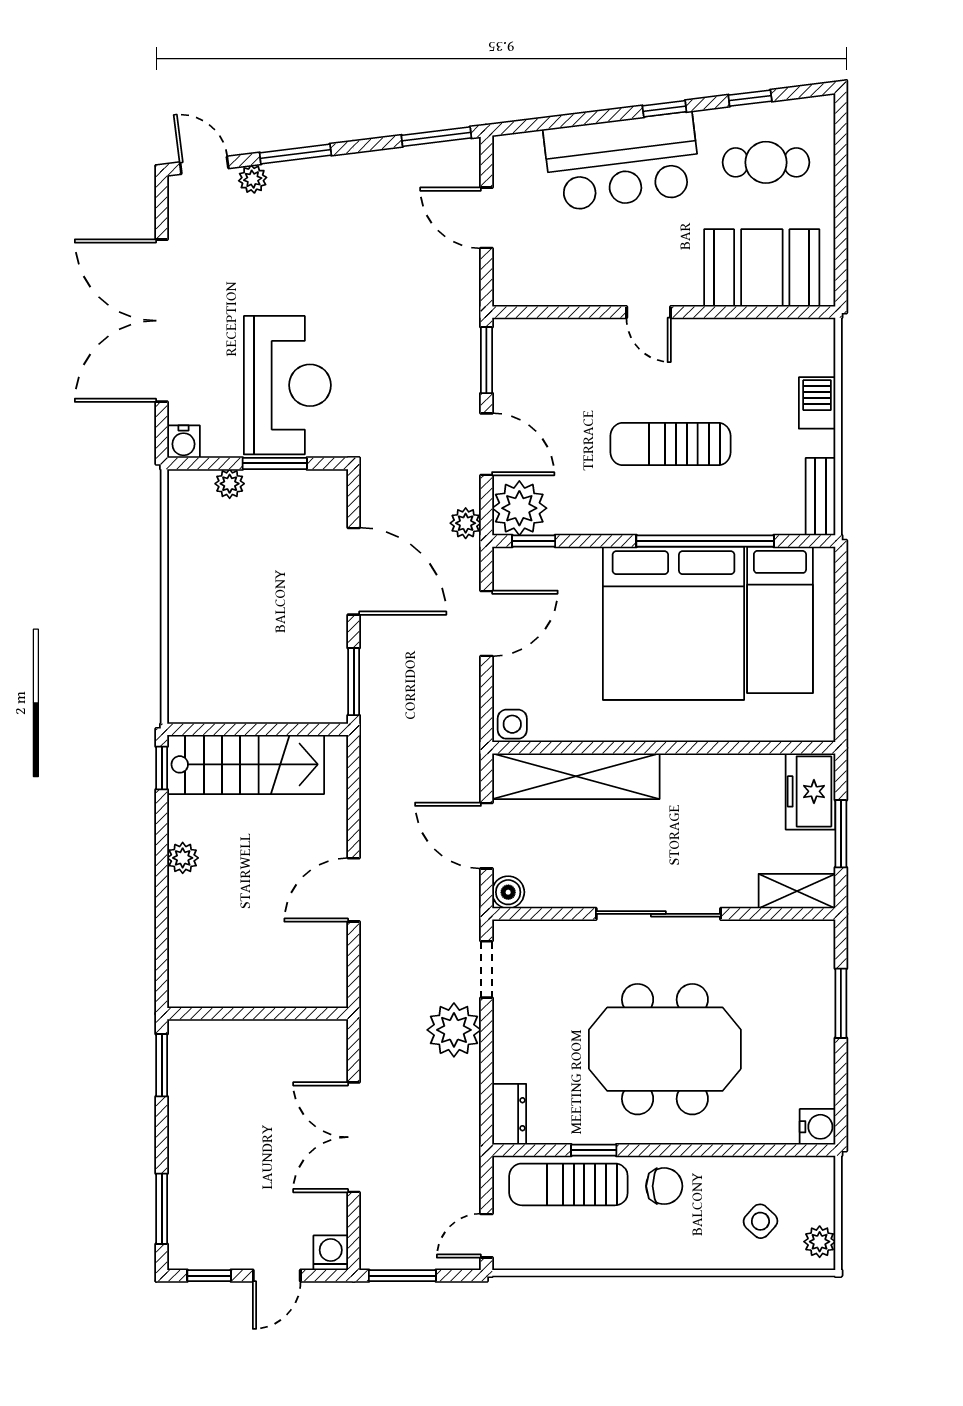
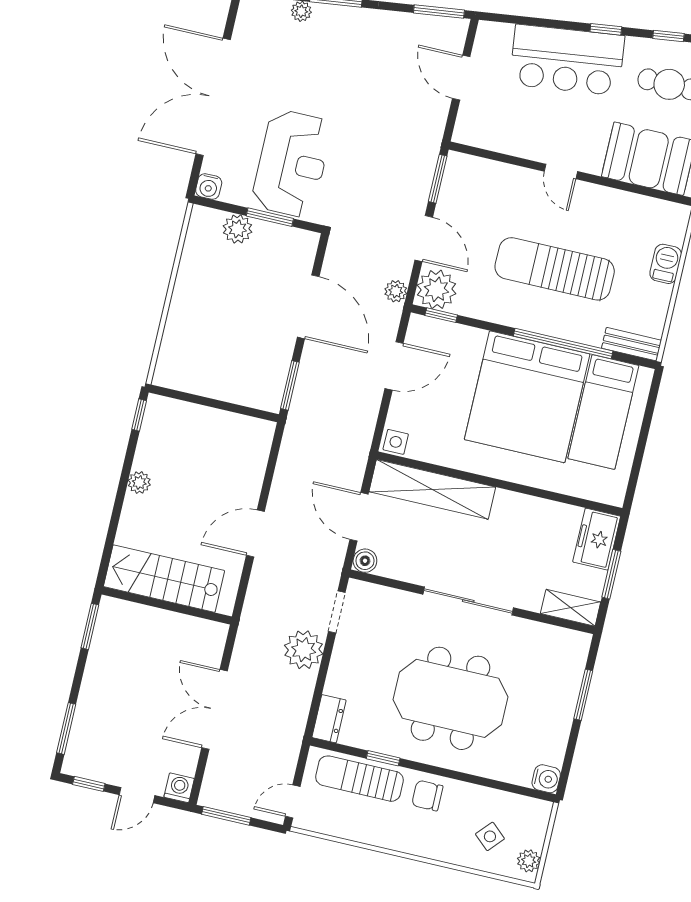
sun lounger: (670, 444) -> (555, 269), width x1.36, depth x1.34
plant: (230, 484) -> (238, 229), width x1.38, depth x1.38
bench: (820, 497) -> (632, 344), moved, turned 90
stairs: (246, 764) -> (164, 579), moved, turned 180
chair: (664, 1186) -> (427, 796), turned 180

